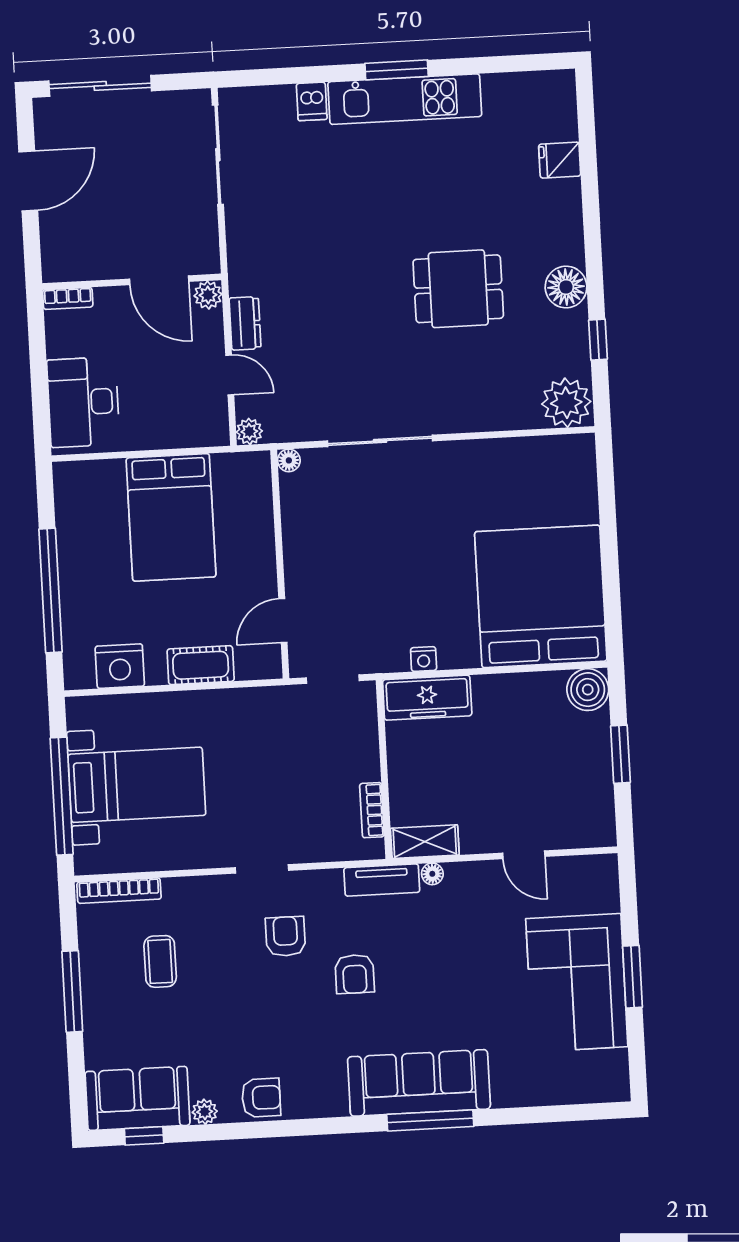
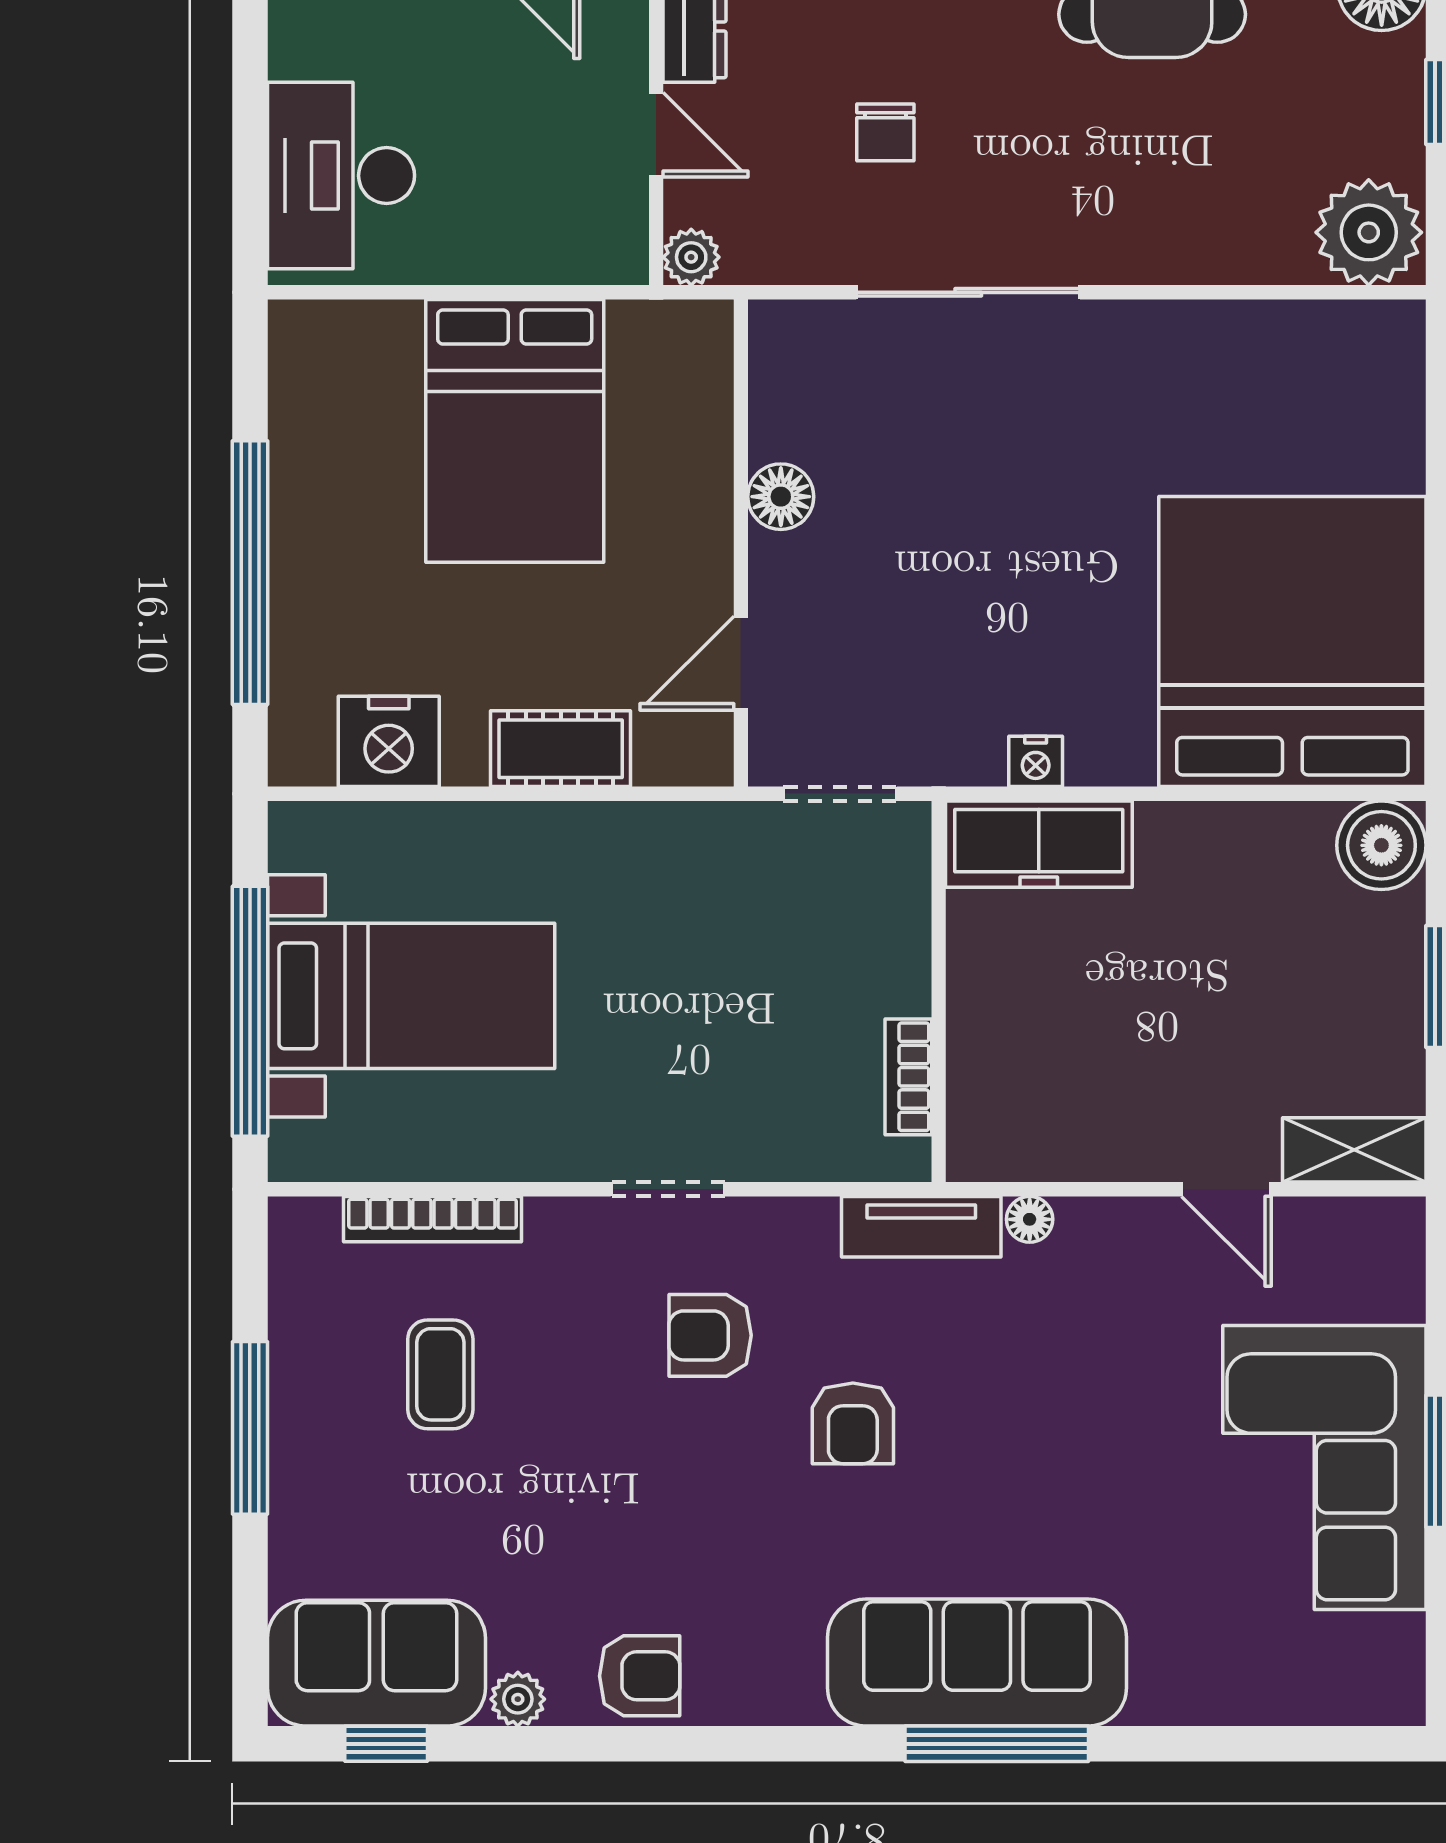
chair: (337, 368) -> (885, 132), added
floor lamp: (289, 460) -> (781, 497), moved, width x1.37, depth x1.37
shelving: (425, 842) -> (1354, 1150), moved
bookcase: (119, 891) -> (433, 1219), moved
armchair: (286, 936) -> (710, 1335), turned -90

